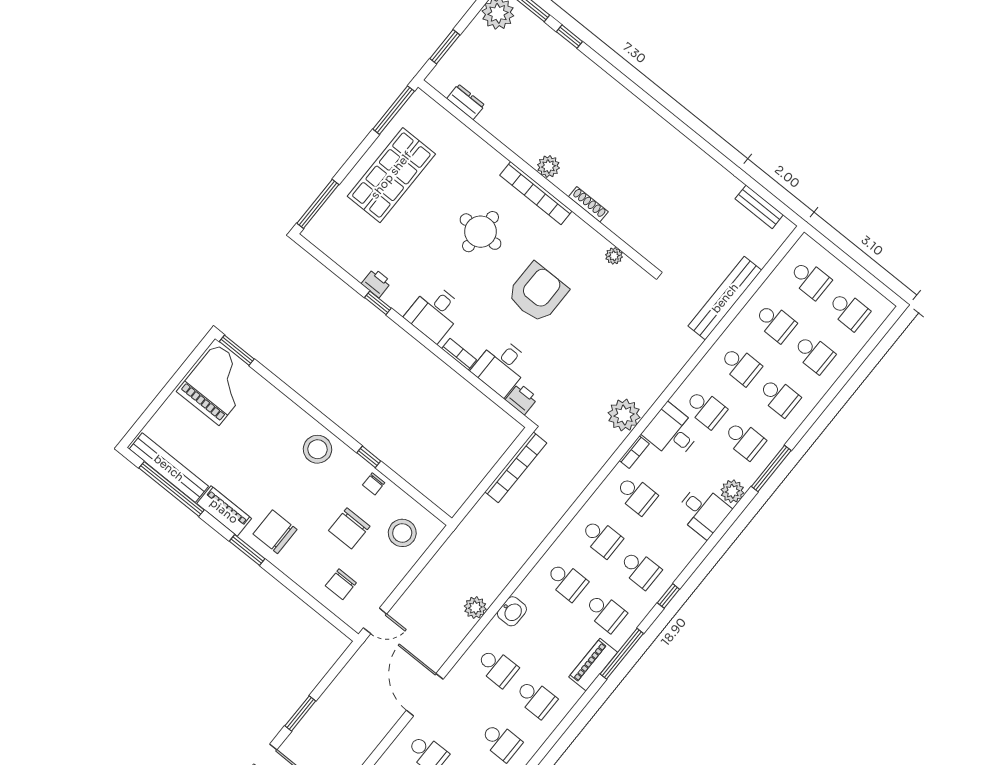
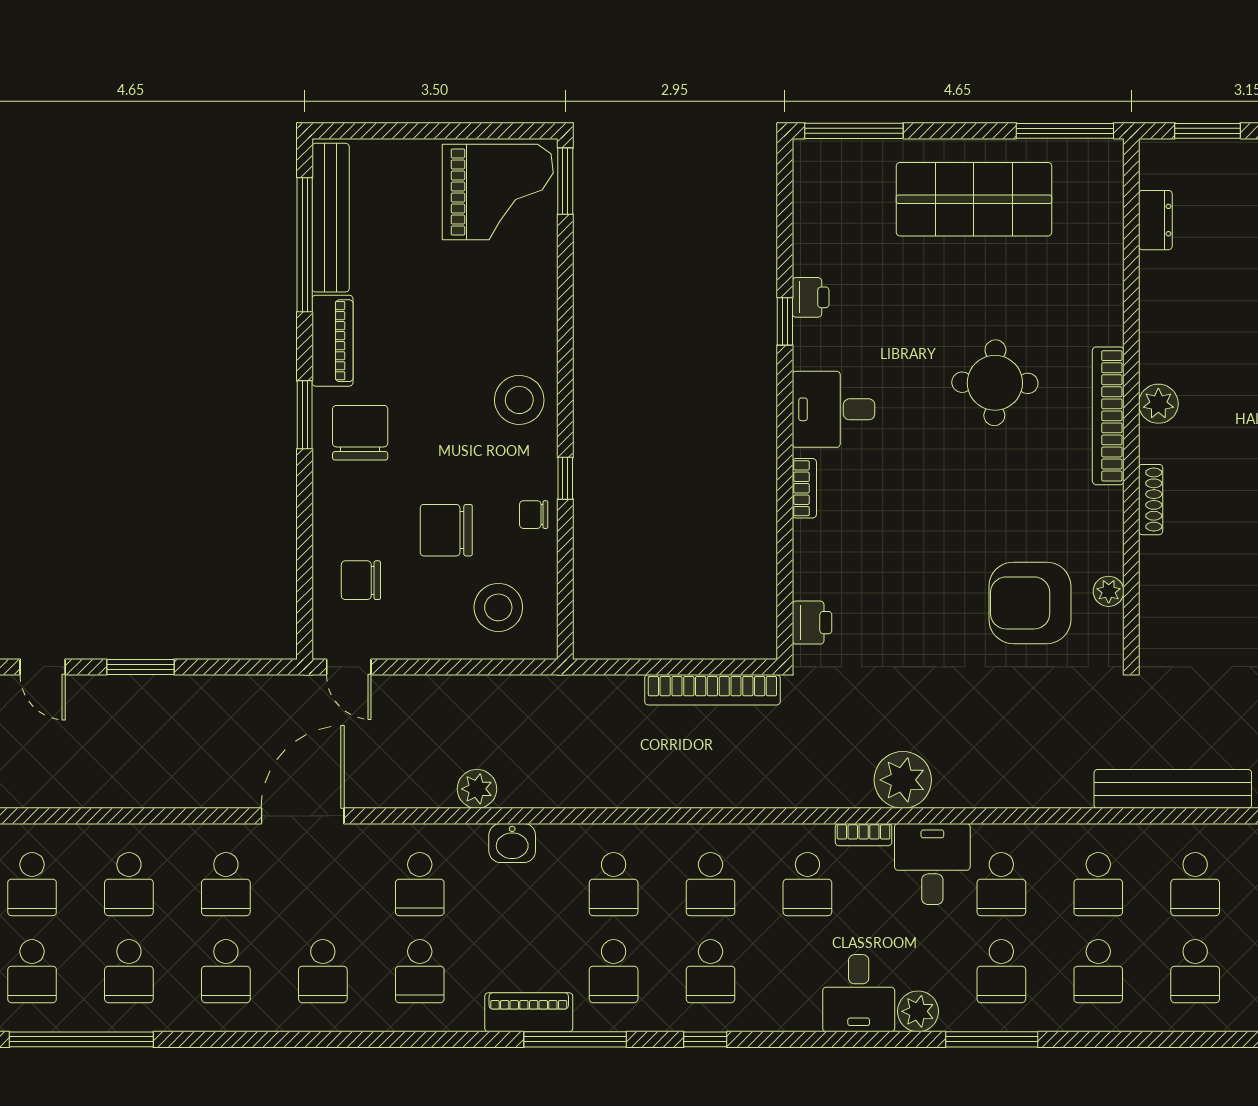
armchair: (538, 293) -> (1030, 603), moved, turned 180
desk: (501, 367) -> (834, 560), removed

